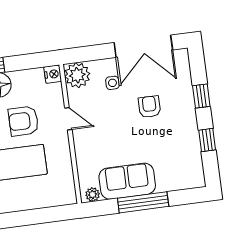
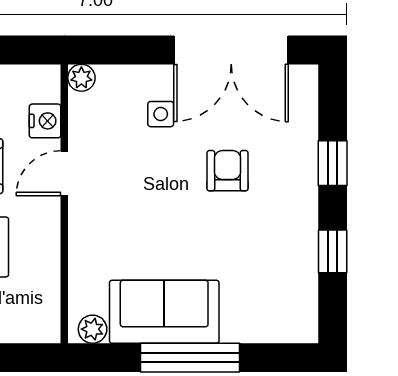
nightstand: (53, 74) -> (45, 121), moved
plant: (77, 75) -> (81, 78), width x0.53, depth x0.53
door: (68, 119) -> (64, 173), swing flipped

